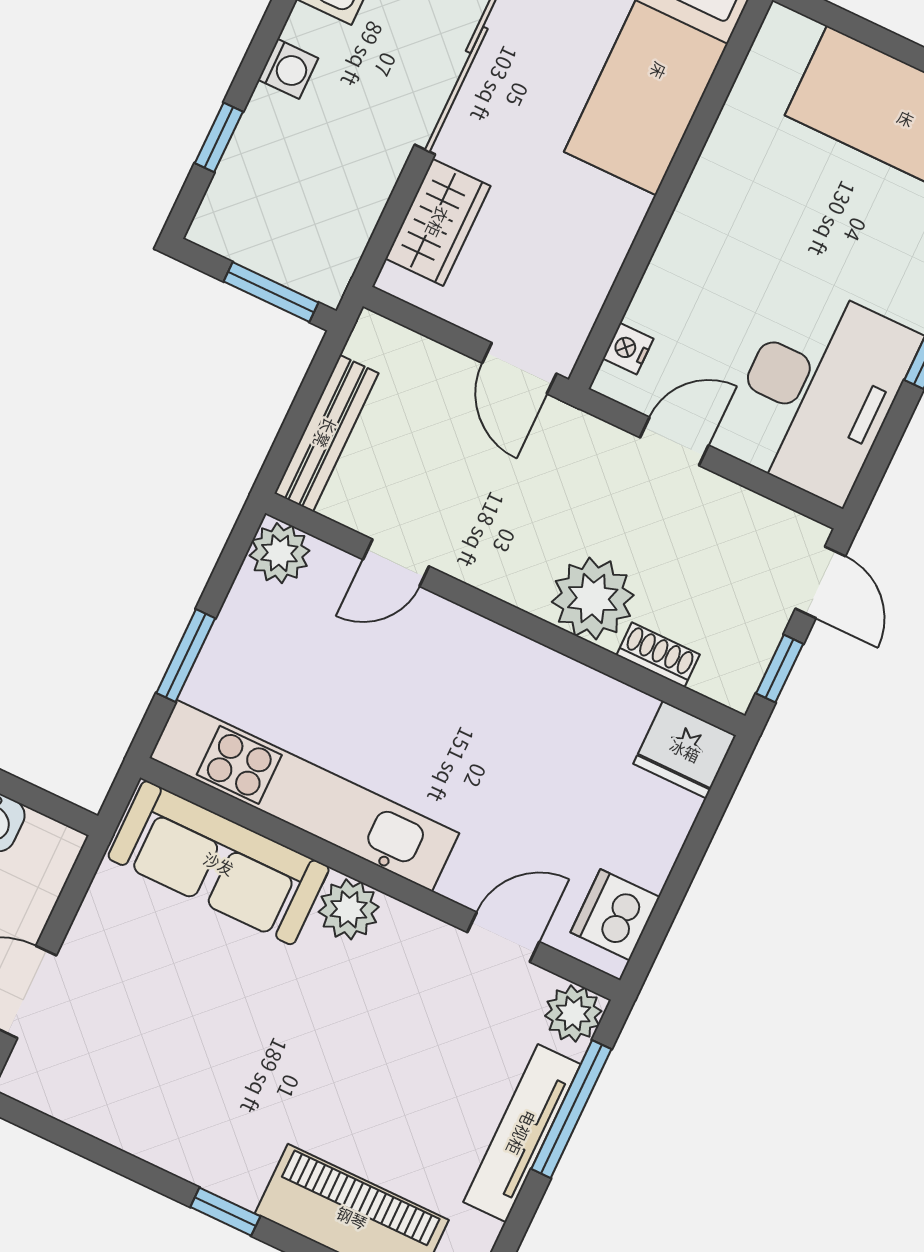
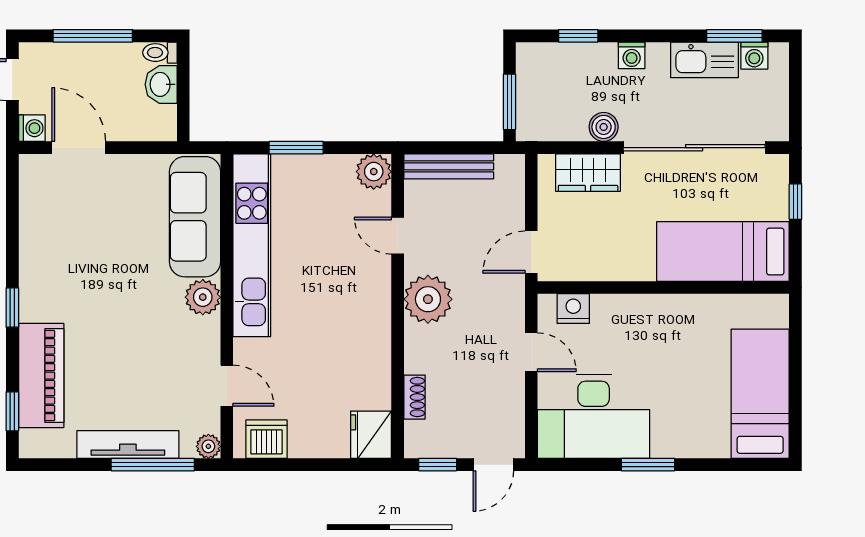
boiler: (379, 165) -> (604, 127), added
nightstand: (628, 349) -> (573, 309), width x1.39, depth x1.35
plant: (593, 599) -> (428, 299), moved
plant: (573, 1014) -> (208, 446), width x0.73, depth x0.73

